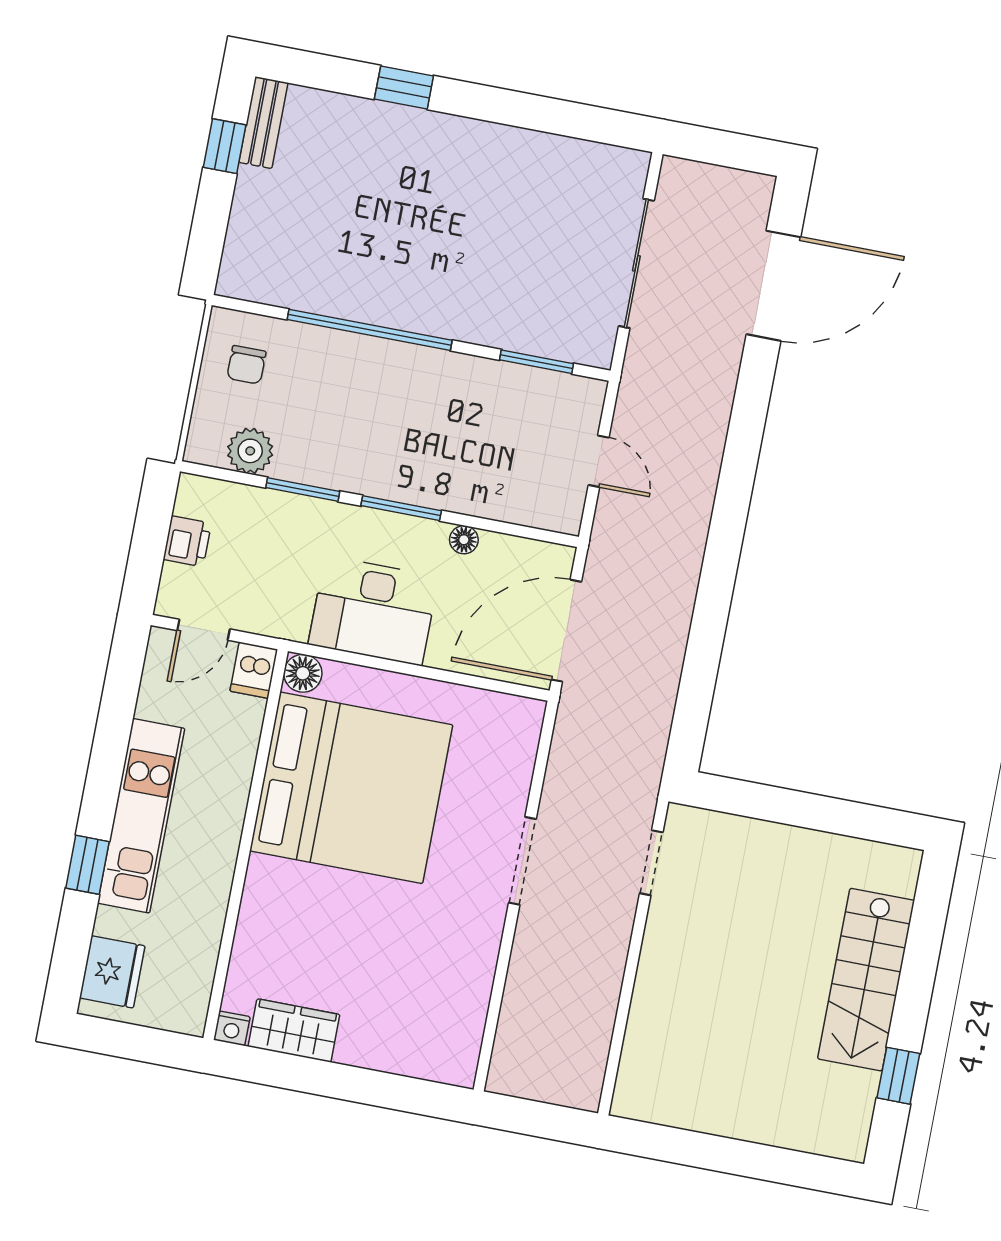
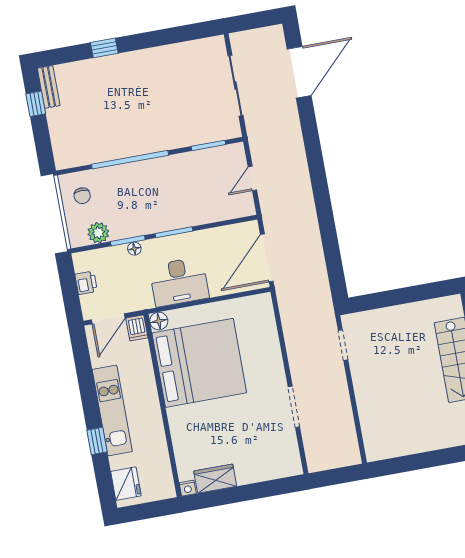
door: (599, 461) -> (252, 178), swing flipped
floor lamp: (464, 540) -> (134, 249), moved
door: (204, 630) -> (108, 319), width x1.38
doorway: (522, 861) -> (294, 407), moved

